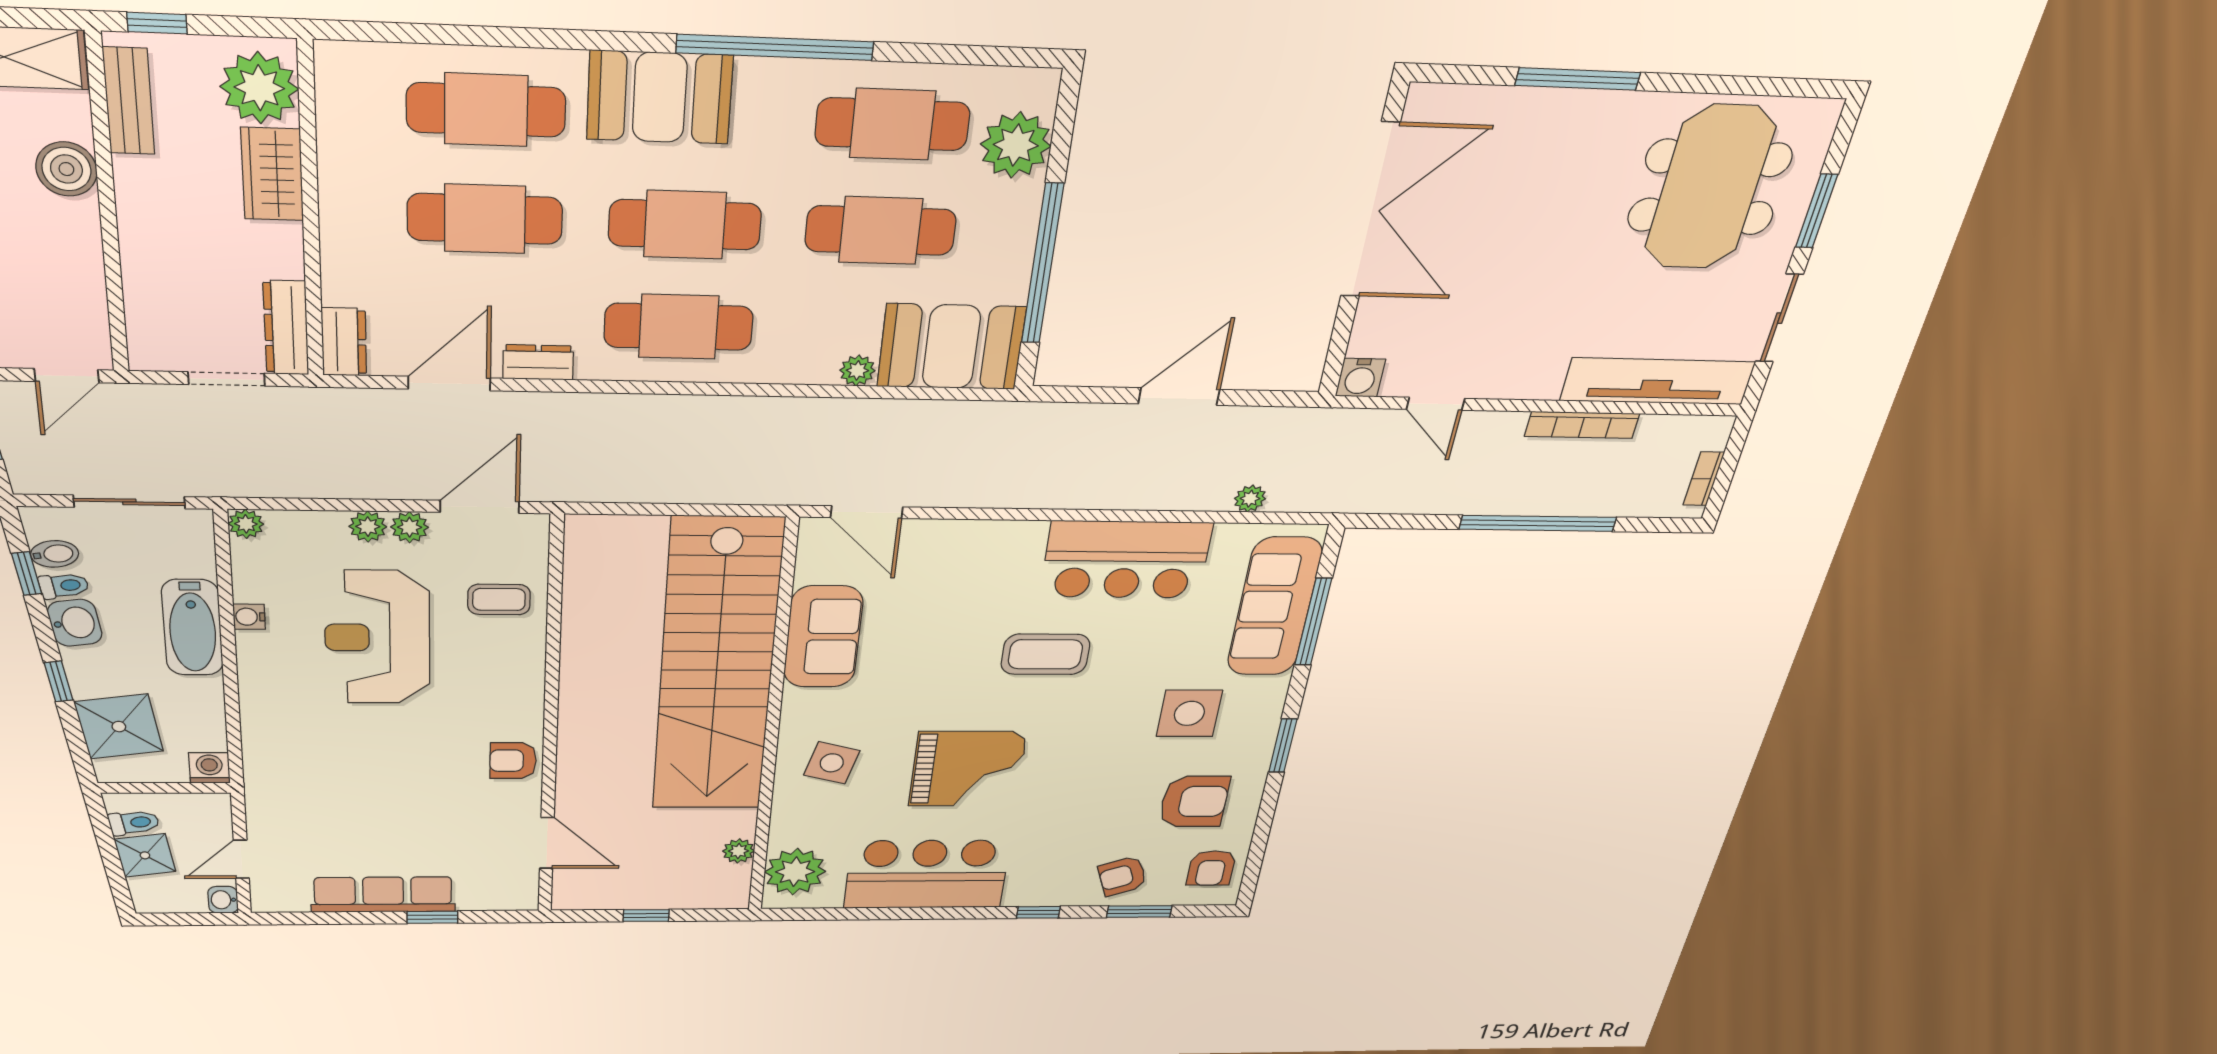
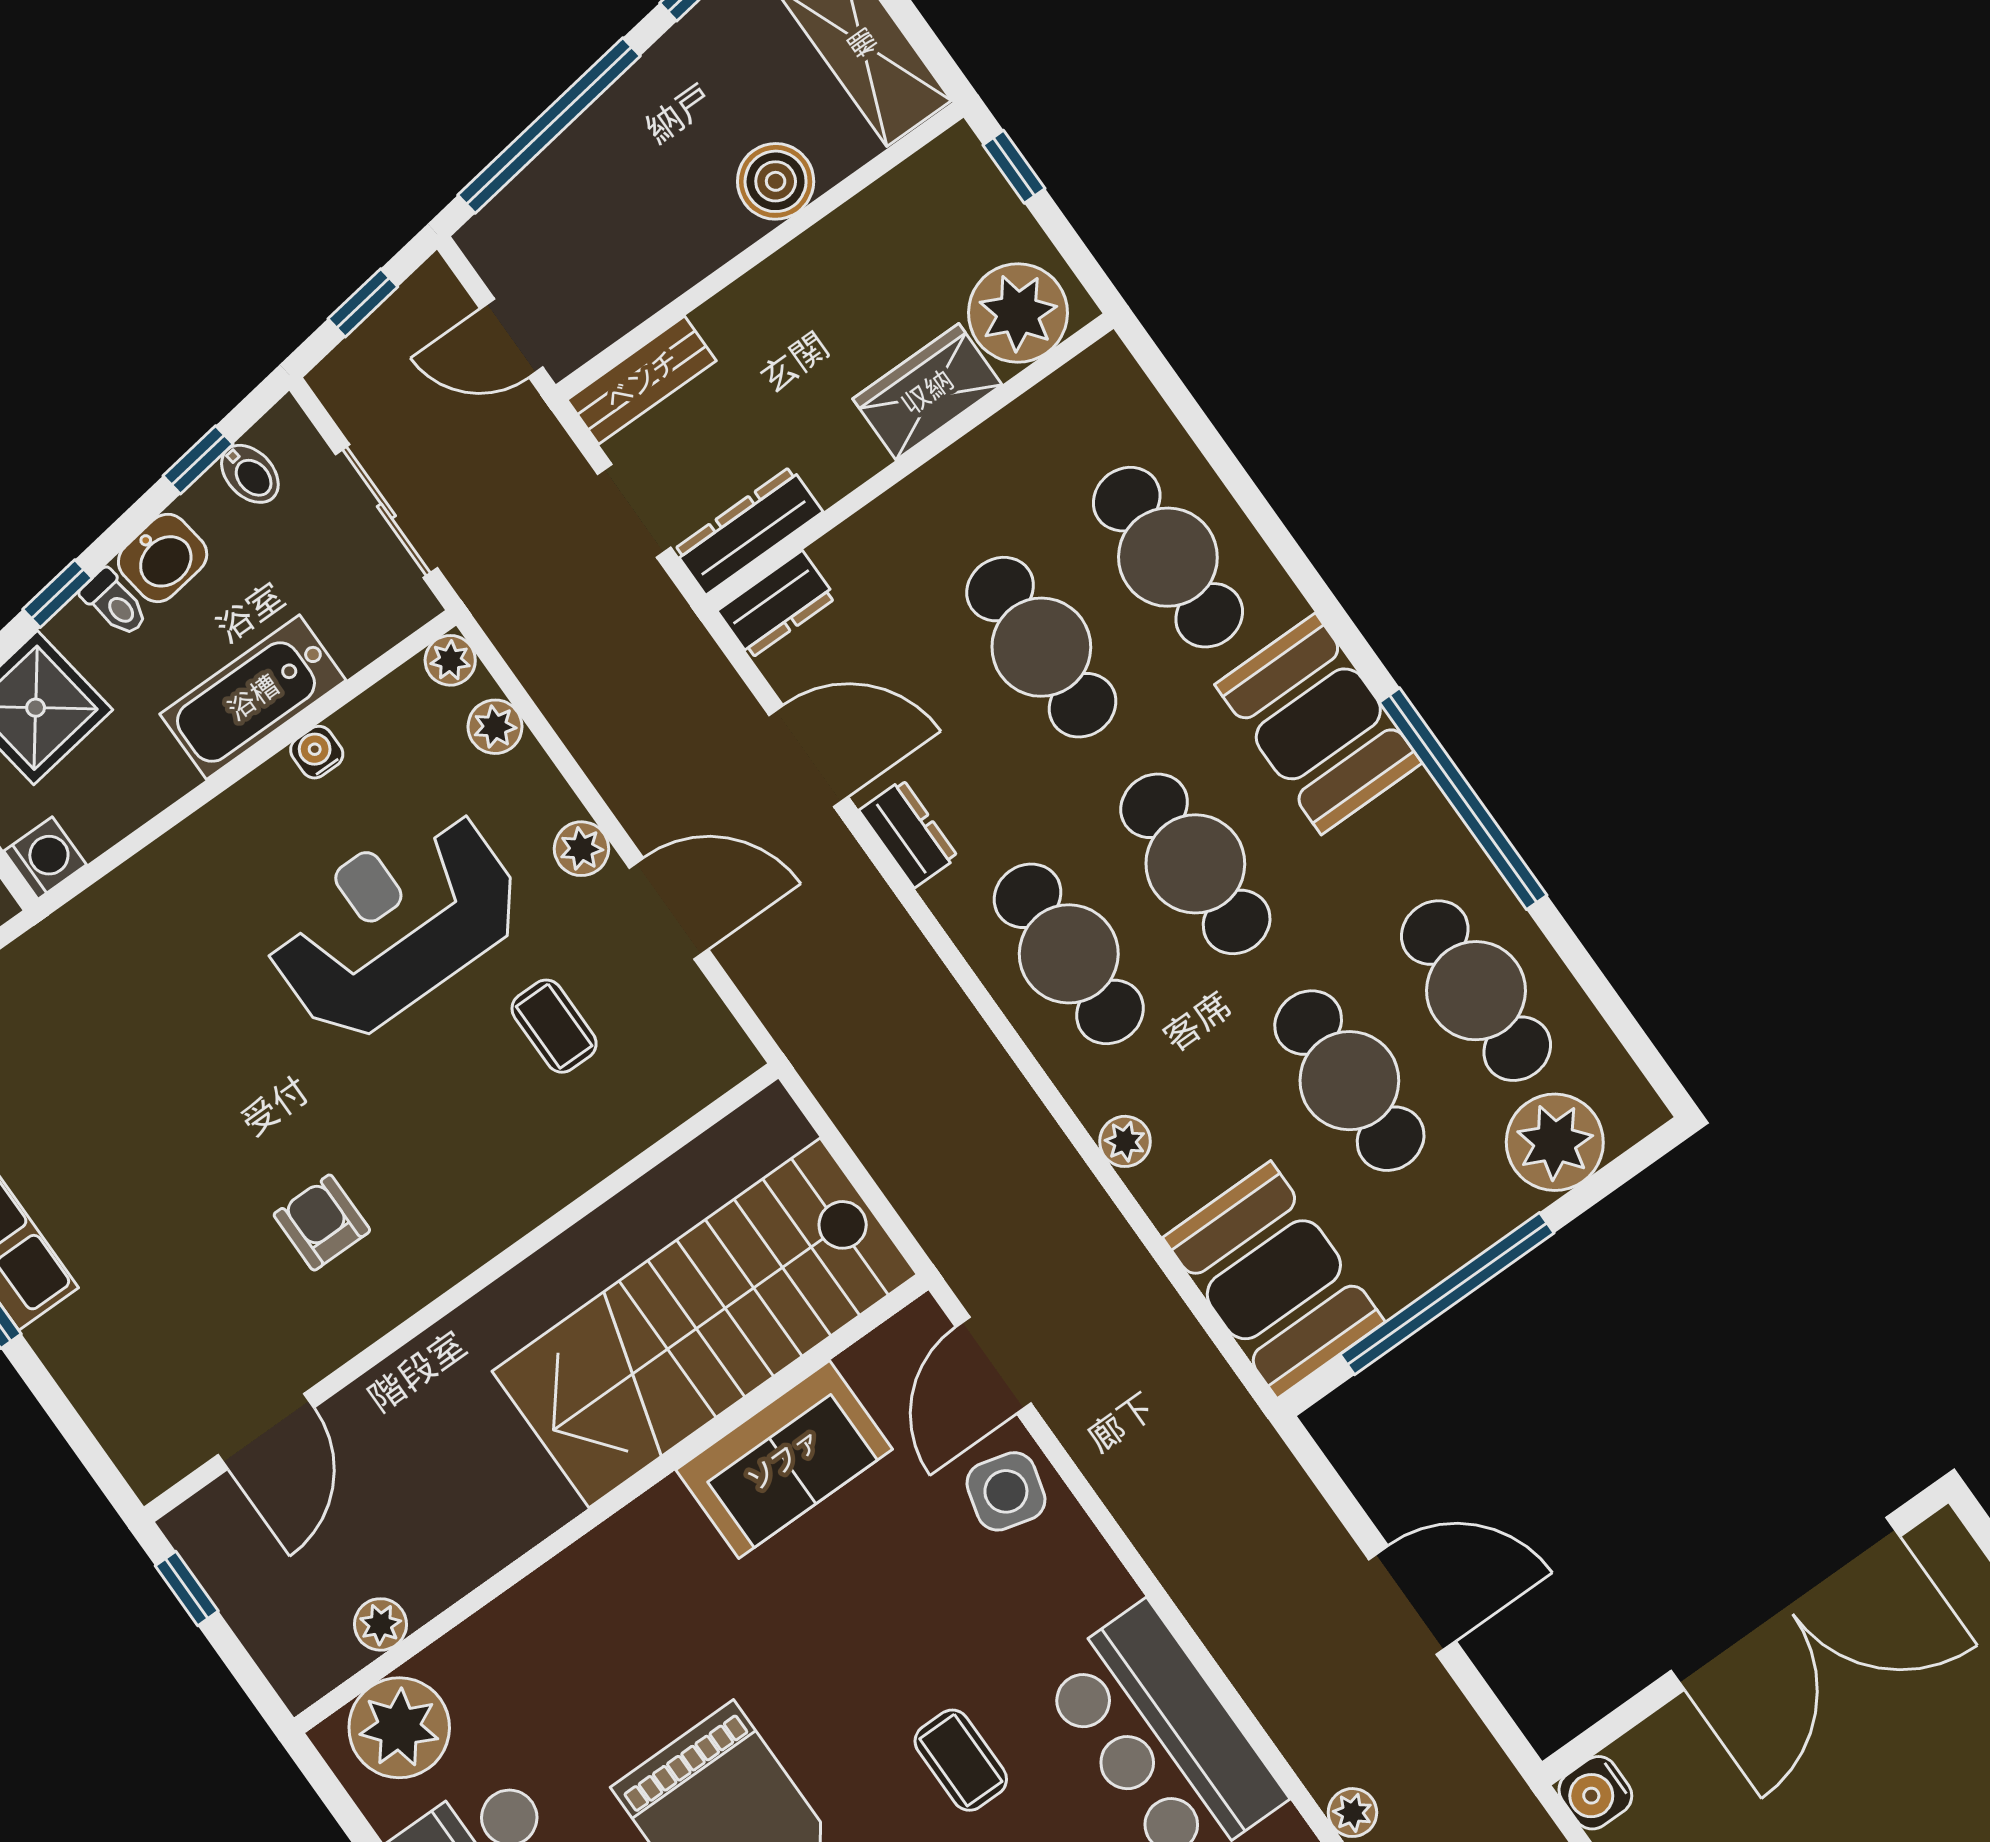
bench: (129, 101) -> (642, 380), moved
plant: (857, 370) -> (1125, 1141), moved
plant: (368, 527) -> (495, 727), moved
toilet: (64, 586) -> (115, 603), moved
coffee table: (1045, 654) -> (961, 1760), width x0.73, depth x0.77
stairs: (717, 667) -> (705, 1323), width x0.73
wall: (551, 723) -> (461, 1293), moved
side table: (832, 763) -> (1006, 1491), moved
door: (547, 843) -> (266, 1431), moved

